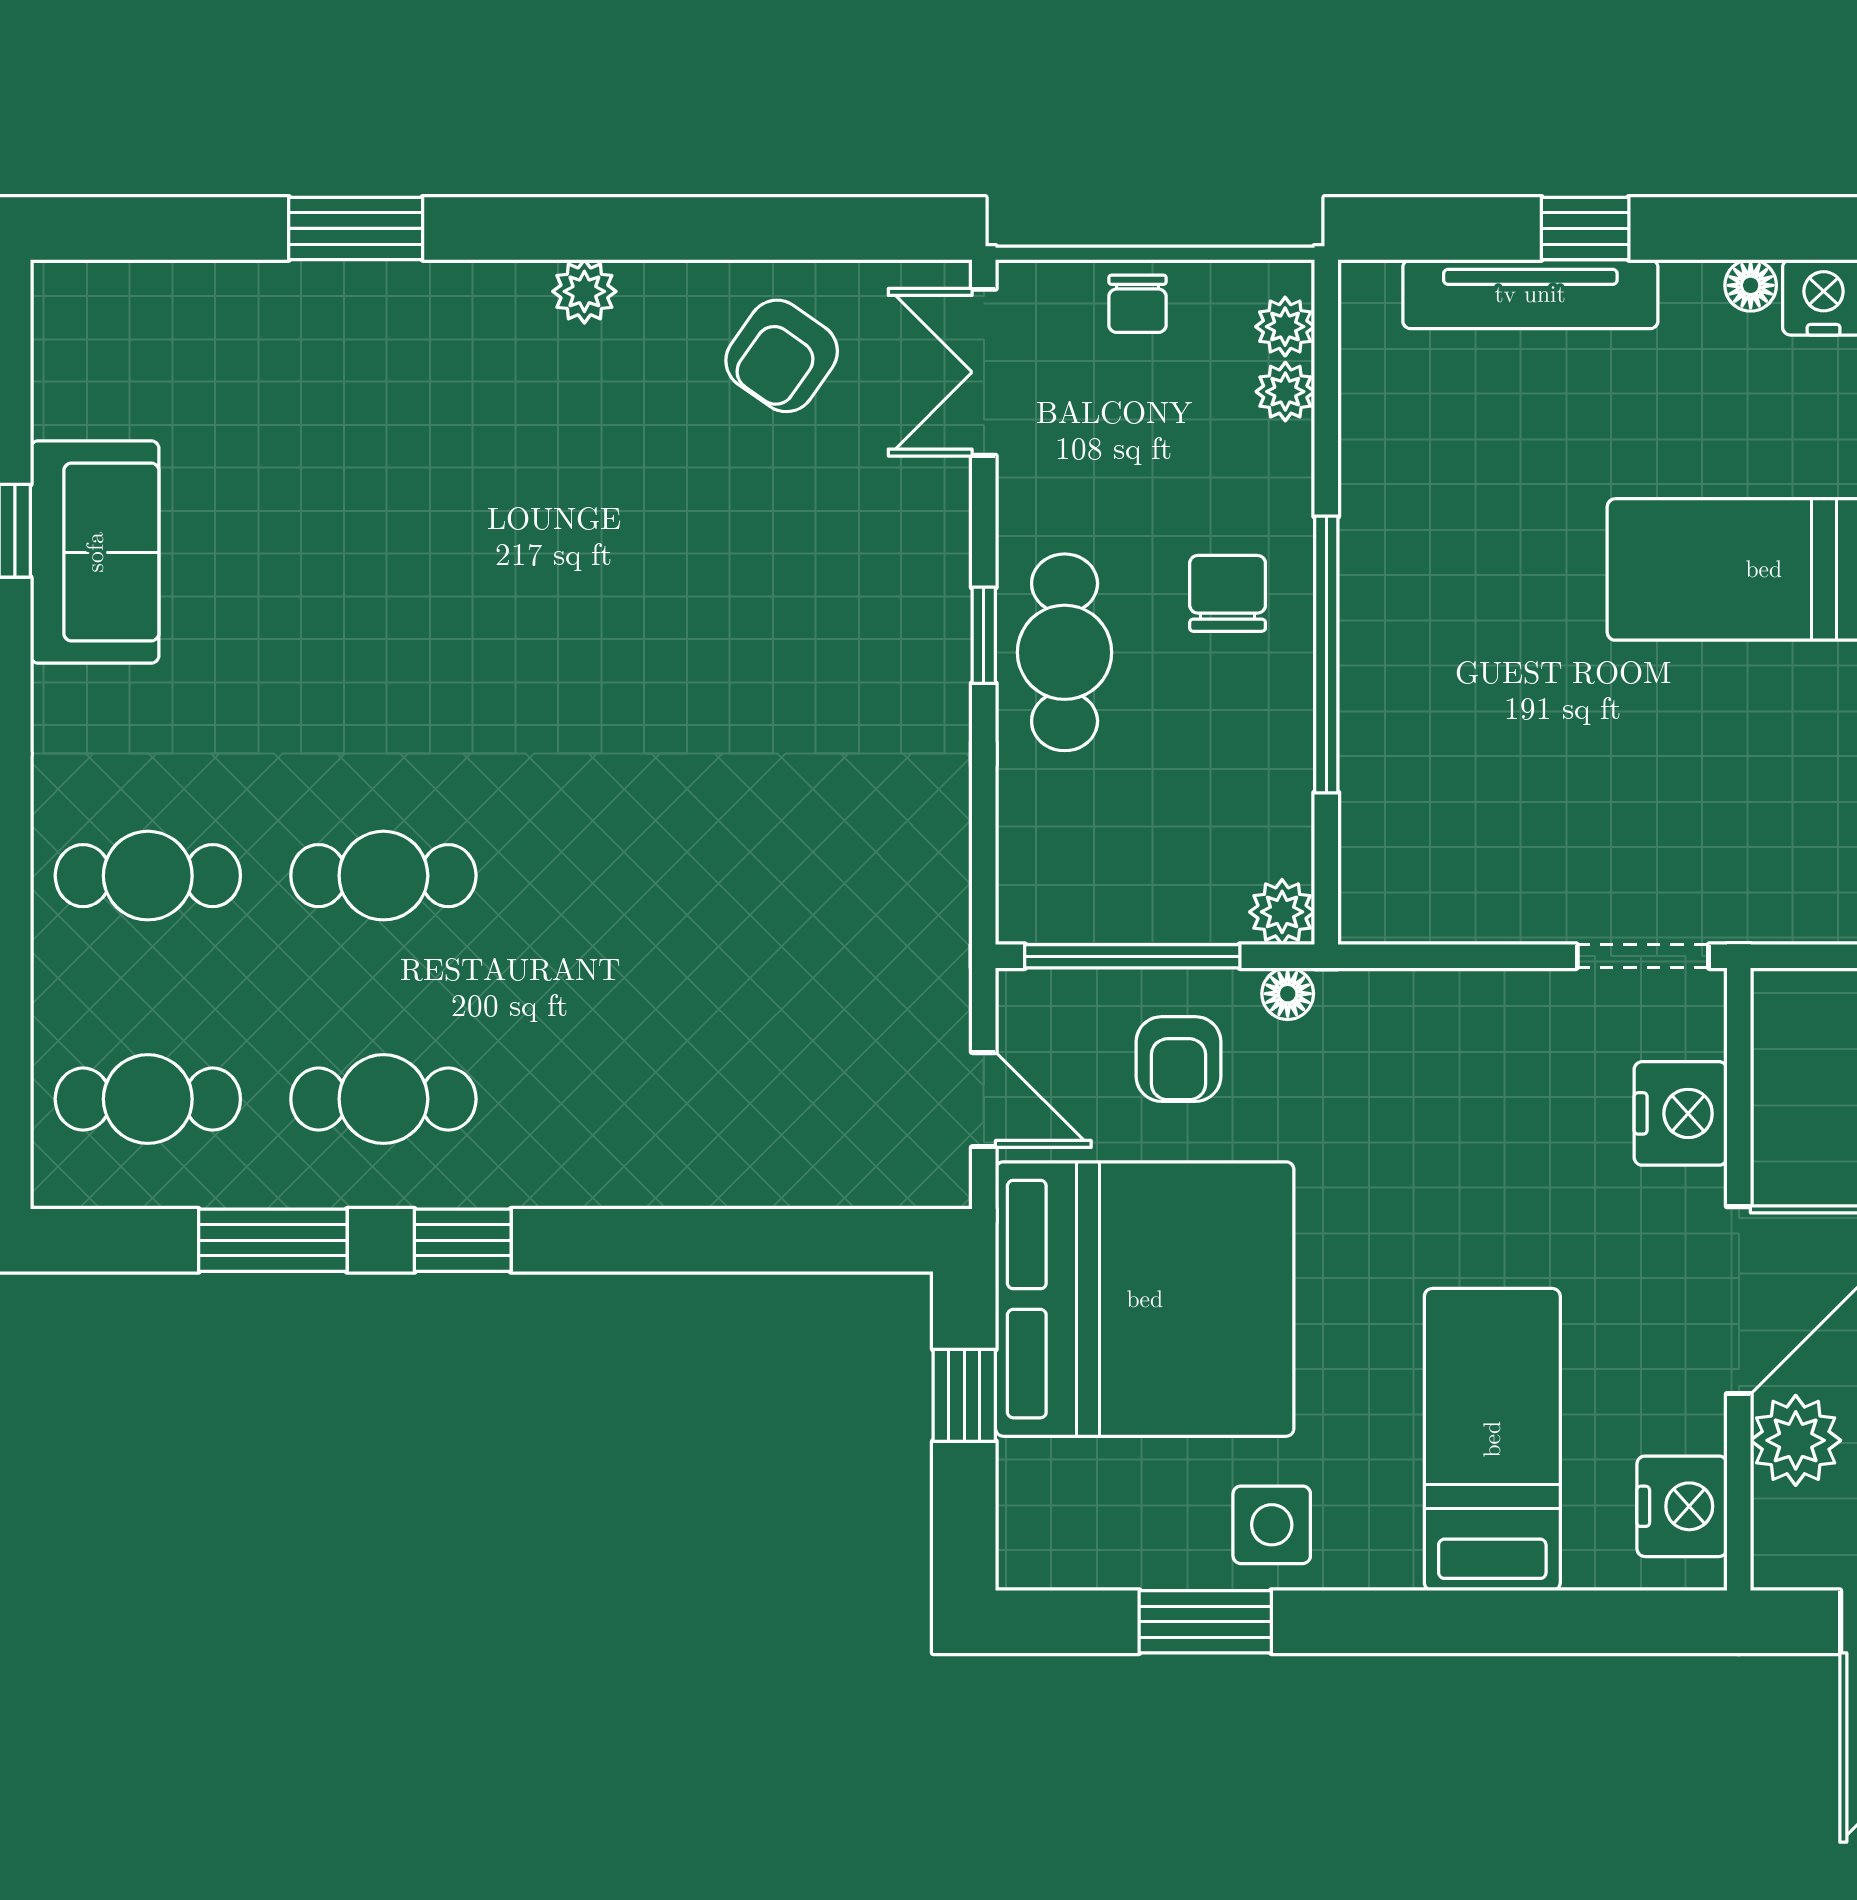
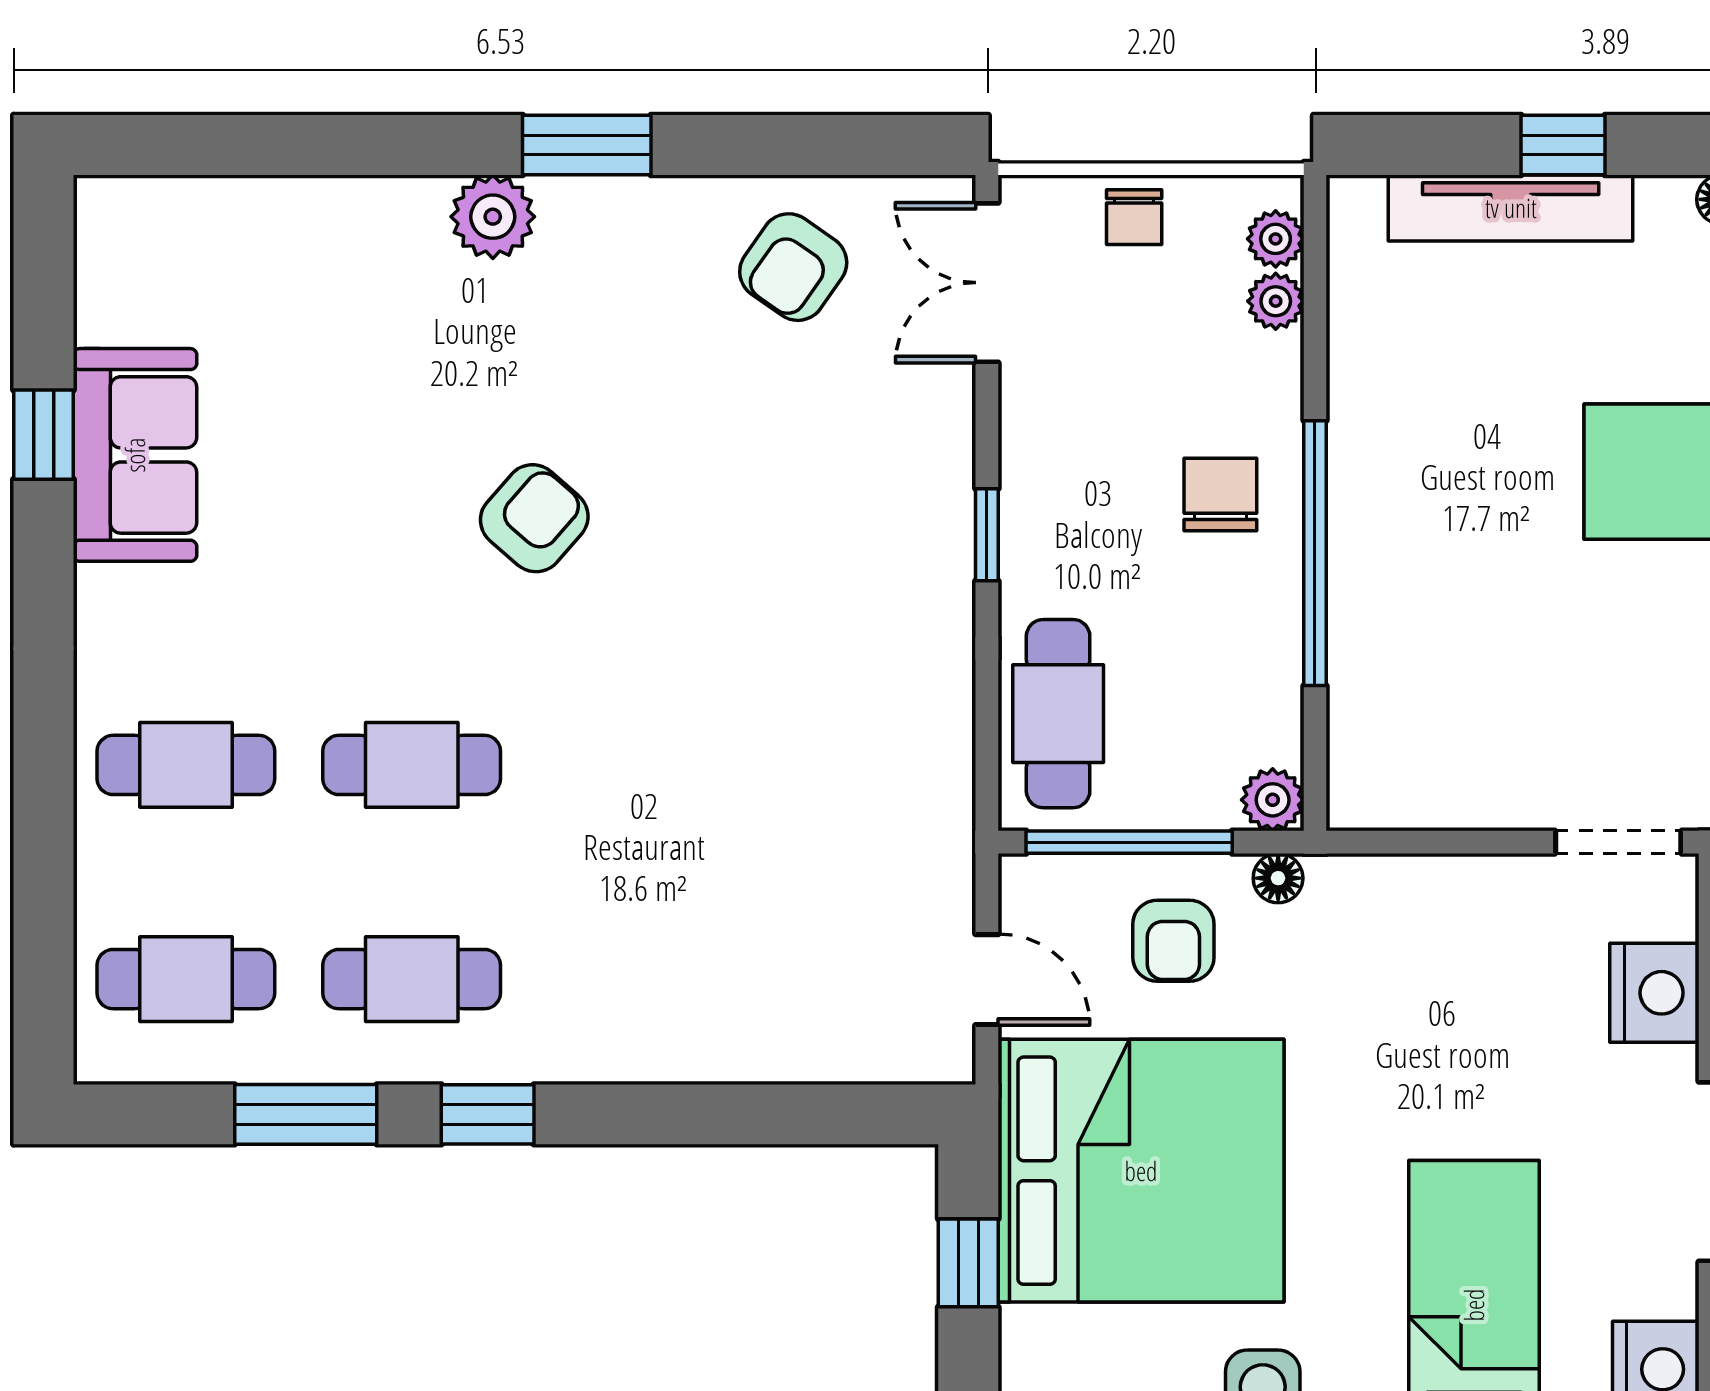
window: (356, 228) -> (587, 145), moved
plant: (584, 291) -> (493, 217), moved, width x1.38, depth x1.38
armchair: (511, 618) -> (534, 518), added
cafe table: (1065, 652) -> (1058, 714), moved

